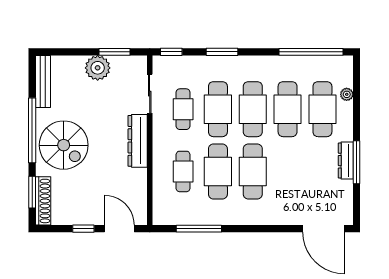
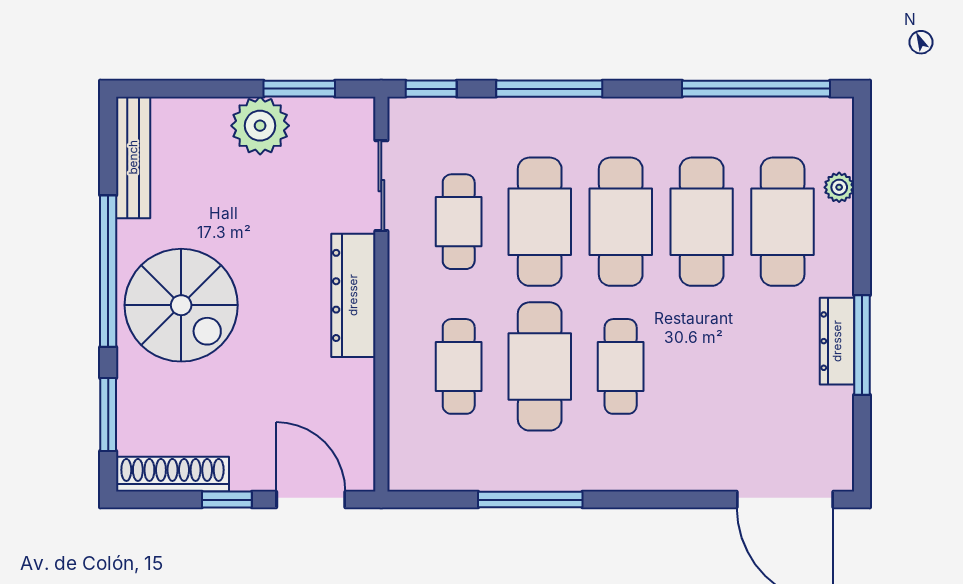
window: (222, 52) -> (549, 89), width x1.44
cafe table: (253, 171) -> (621, 366), width x0.73, depth x0.74
shoe rack: (43, 201) -> (172, 474), moved, turned -90
window: (199, 229) -> (530, 500), moved

